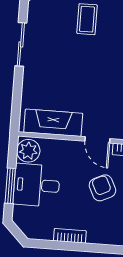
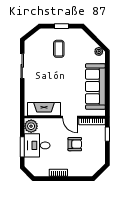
armchair: (102, 188) -> (75, 144), turned 116

